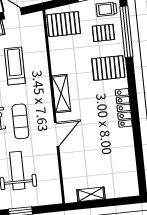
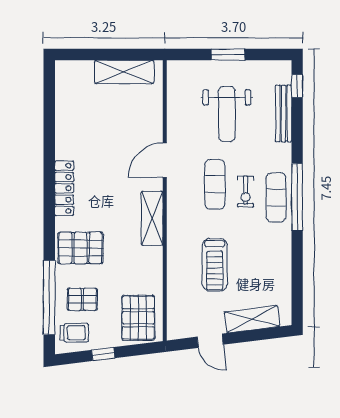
pallet: (64, 24) -> (138, 318), turned 90
shelving: (91, 194) -> (124, 72), width x1.50, depth x1.33

